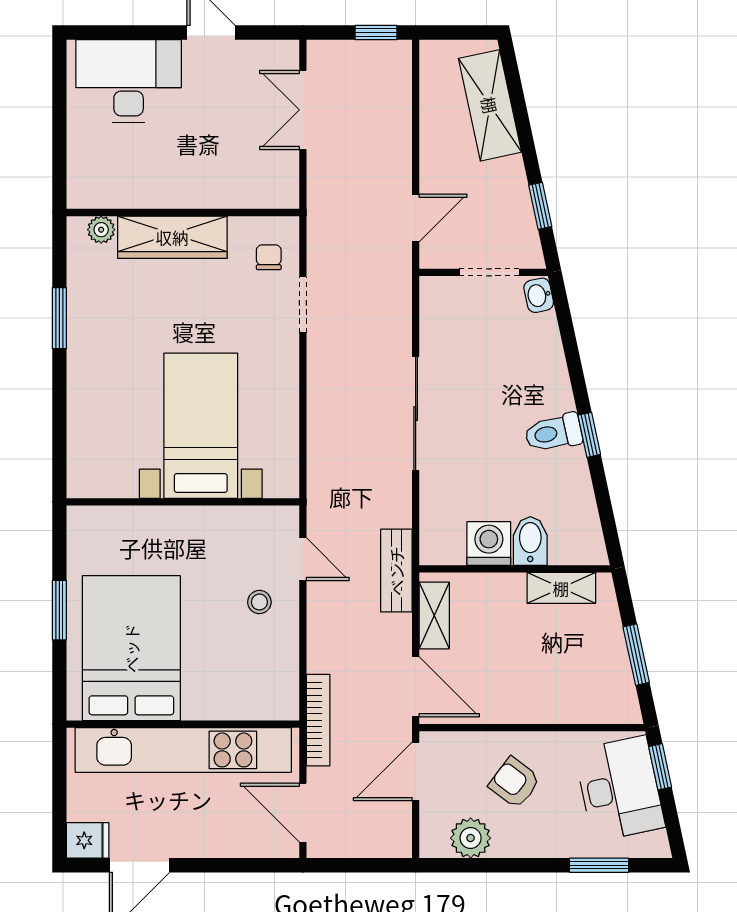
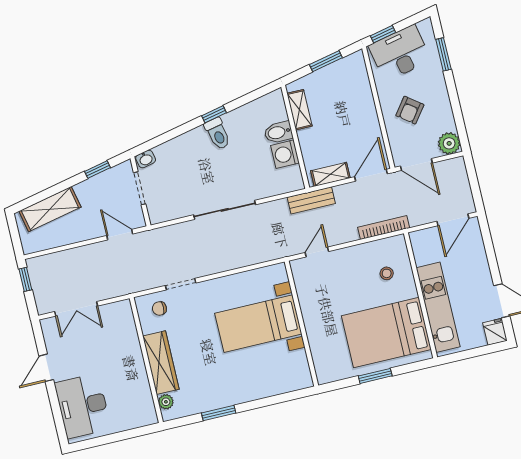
stool: (259, 602) -> (387, 273), moved
bookcase: (318, 720) -> (384, 228), moved
kitchen unit: (183, 750) -> (438, 307), width x0.73
plant: (471, 838) -> (449, 143), moved

